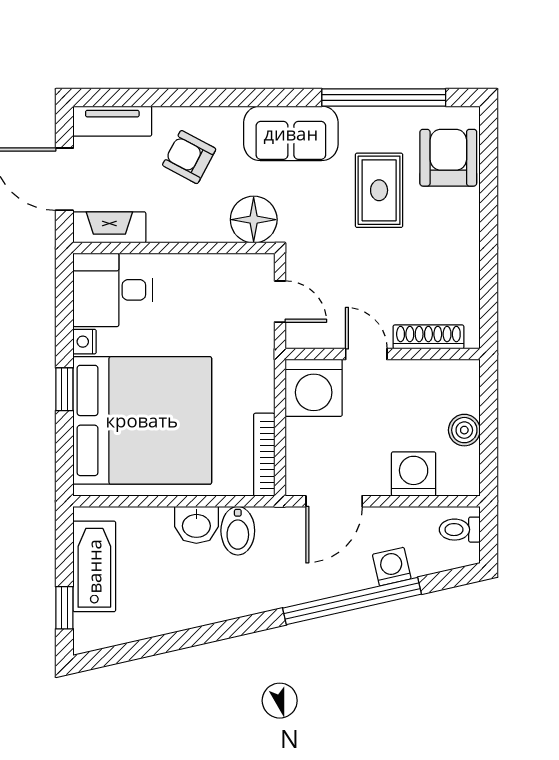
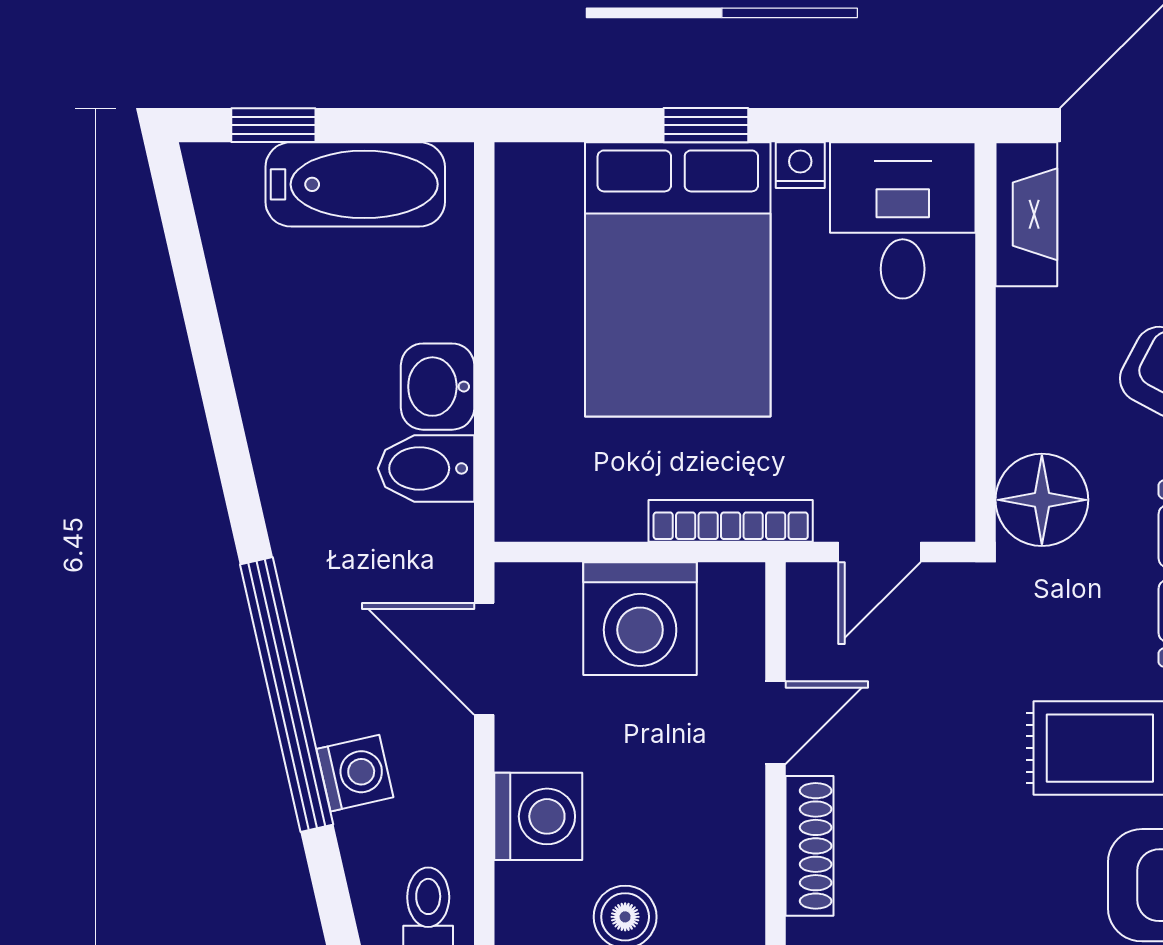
washing machine: (314, 388) -> (640, 619), moved, turned -90
bed: (142, 420) -> (678, 279), width x0.73
bookcase: (264, 455) -> (731, 521), moved

